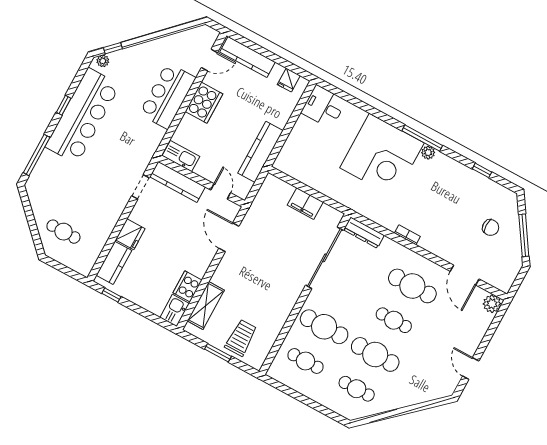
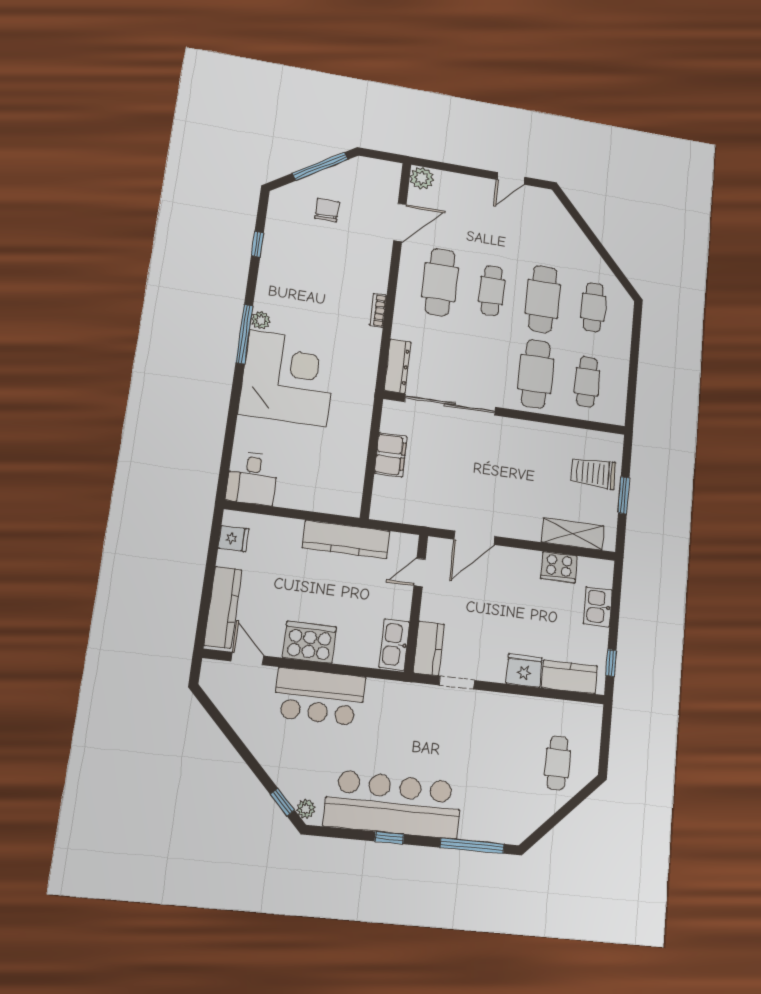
kitchen counter: (177, 182) -> (429, 648), width x0.67
kitchen sink: (175, 310) -> (598, 607), moved, turned 90

